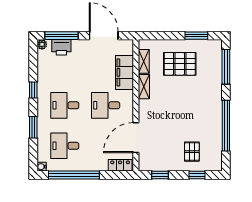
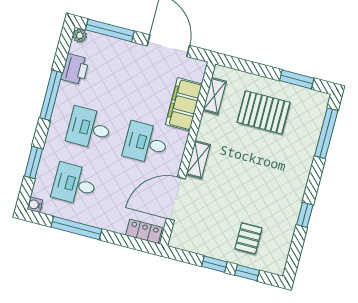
printer: (61, 47) -> (75, 69), moved, turned -90
shelving: (144, 87) -> (198, 160), moved
window: (33, 90) -> (51, 95), width x2.17
window: (226, 126) -> (305, 215), width x0.32
window: (33, 127) -> (33, 162), moved
window: (74, 175) -> (76, 228), width x0.68
window: (160, 175) -> (214, 264), moved

